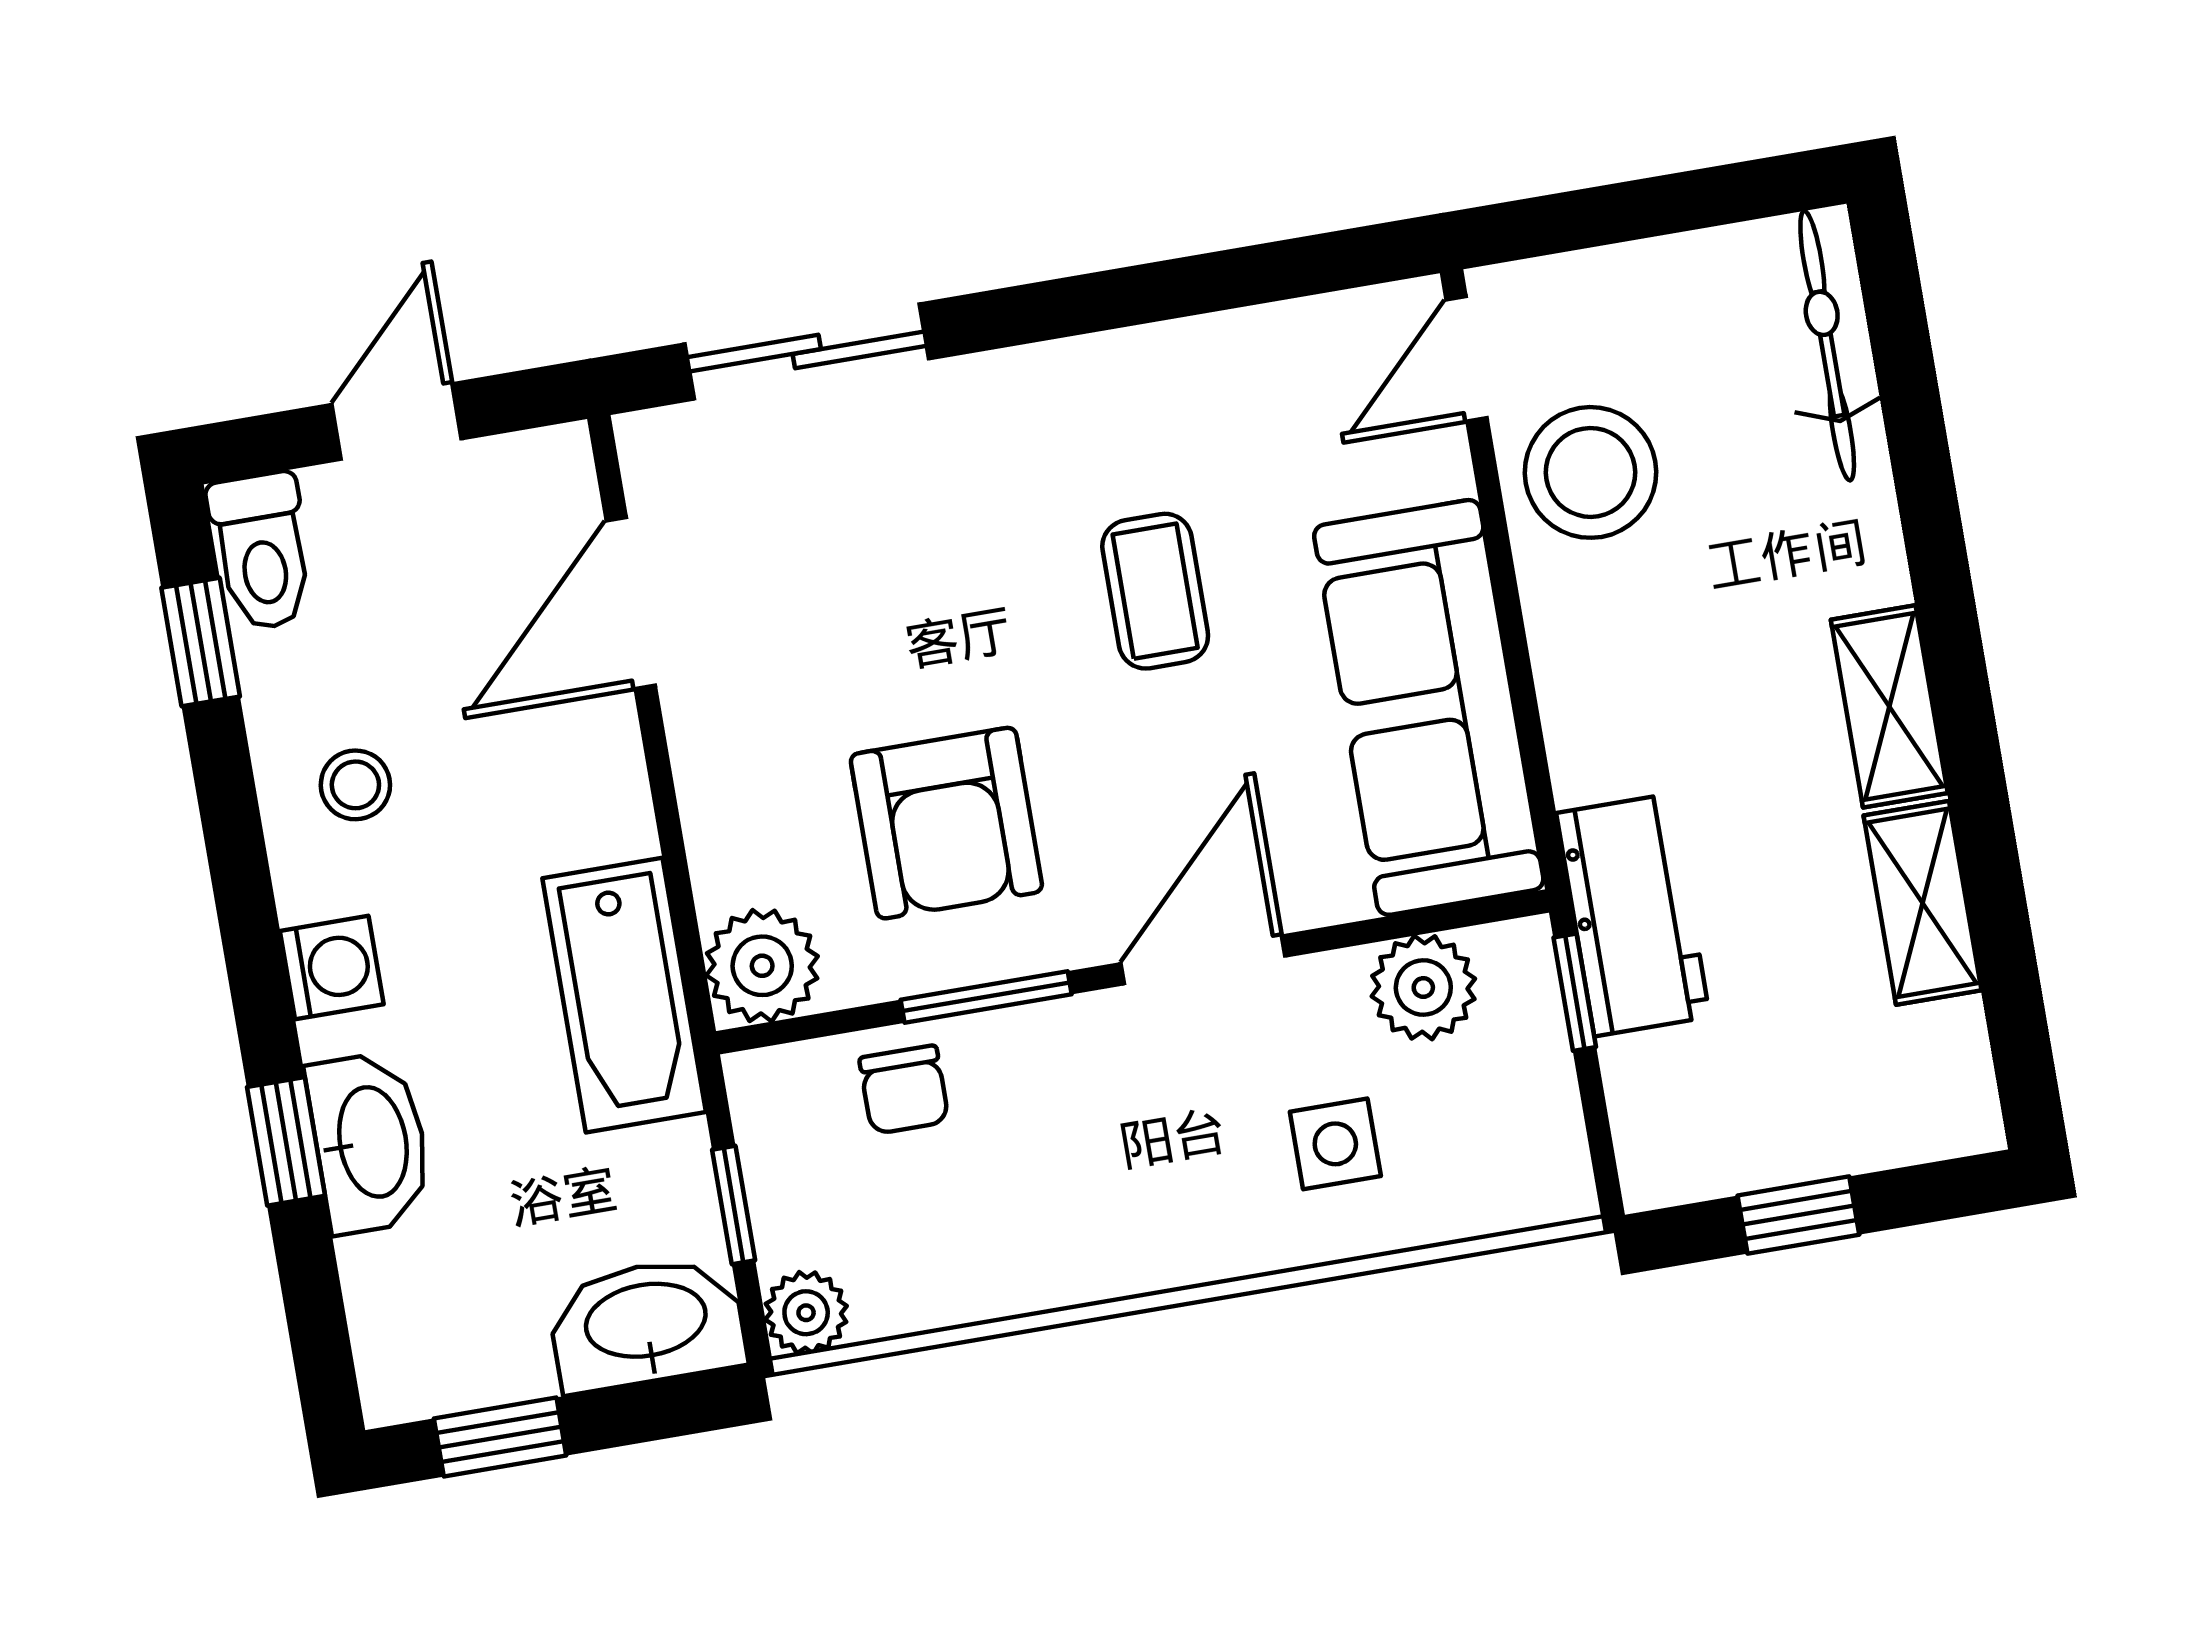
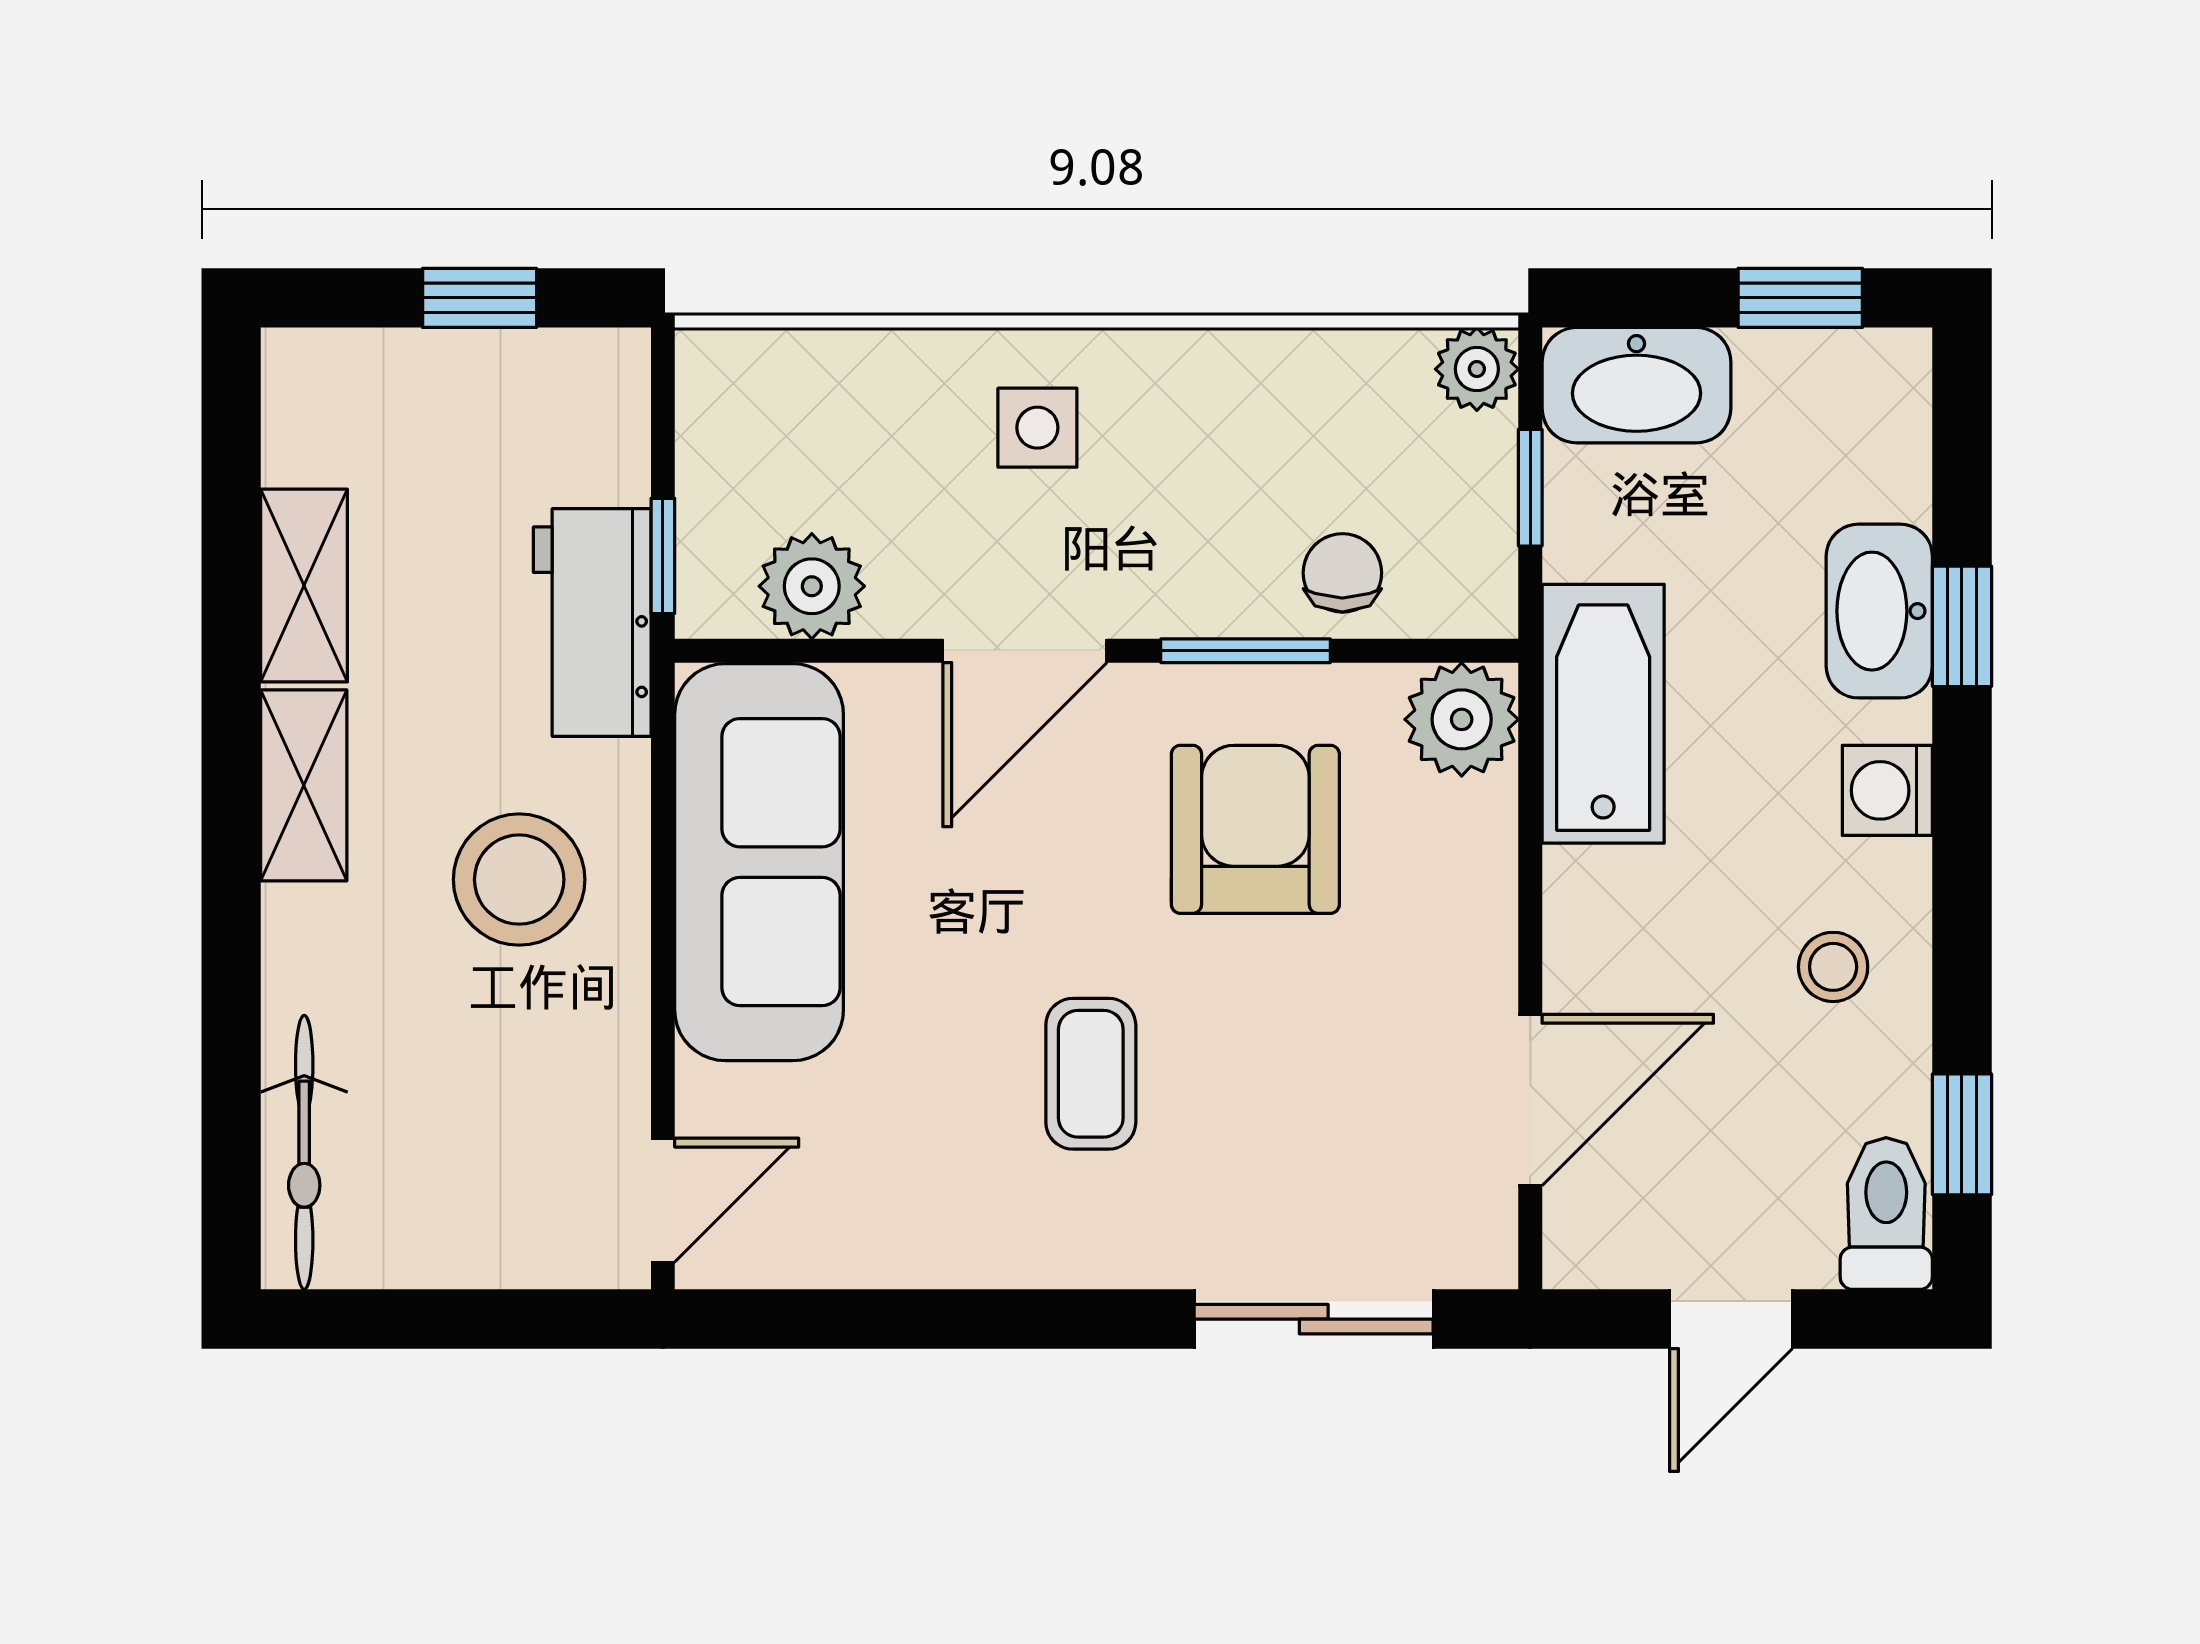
stool: (1591, 472) -> (519, 880), moved
coffee table: (1155, 591) -> (1091, 1074), moved
side table: (1335, 1144) -> (1037, 428), moved

